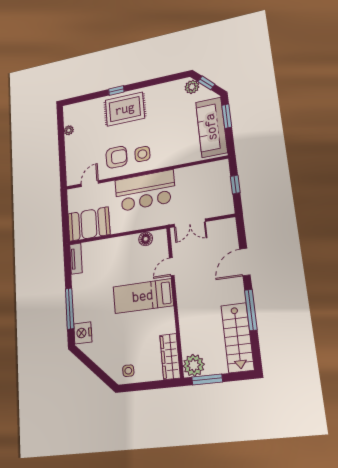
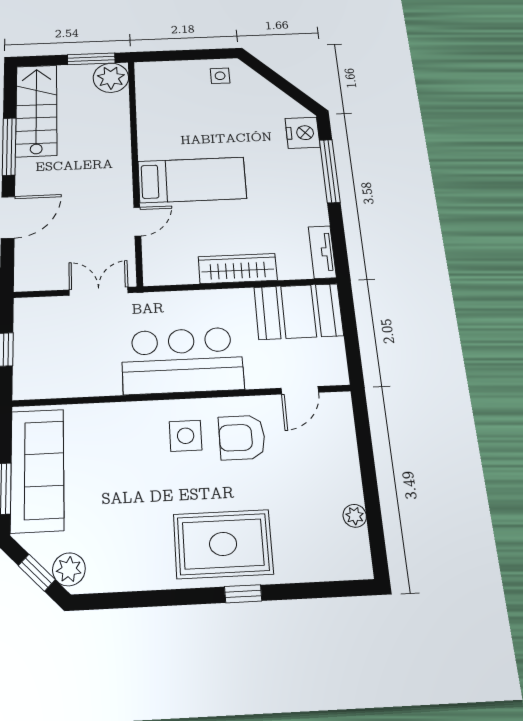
floor lamp: (146, 239) -> (184, 273), removed
wardrobe: (170, 356) -> (238, 268), moved, turned -90

